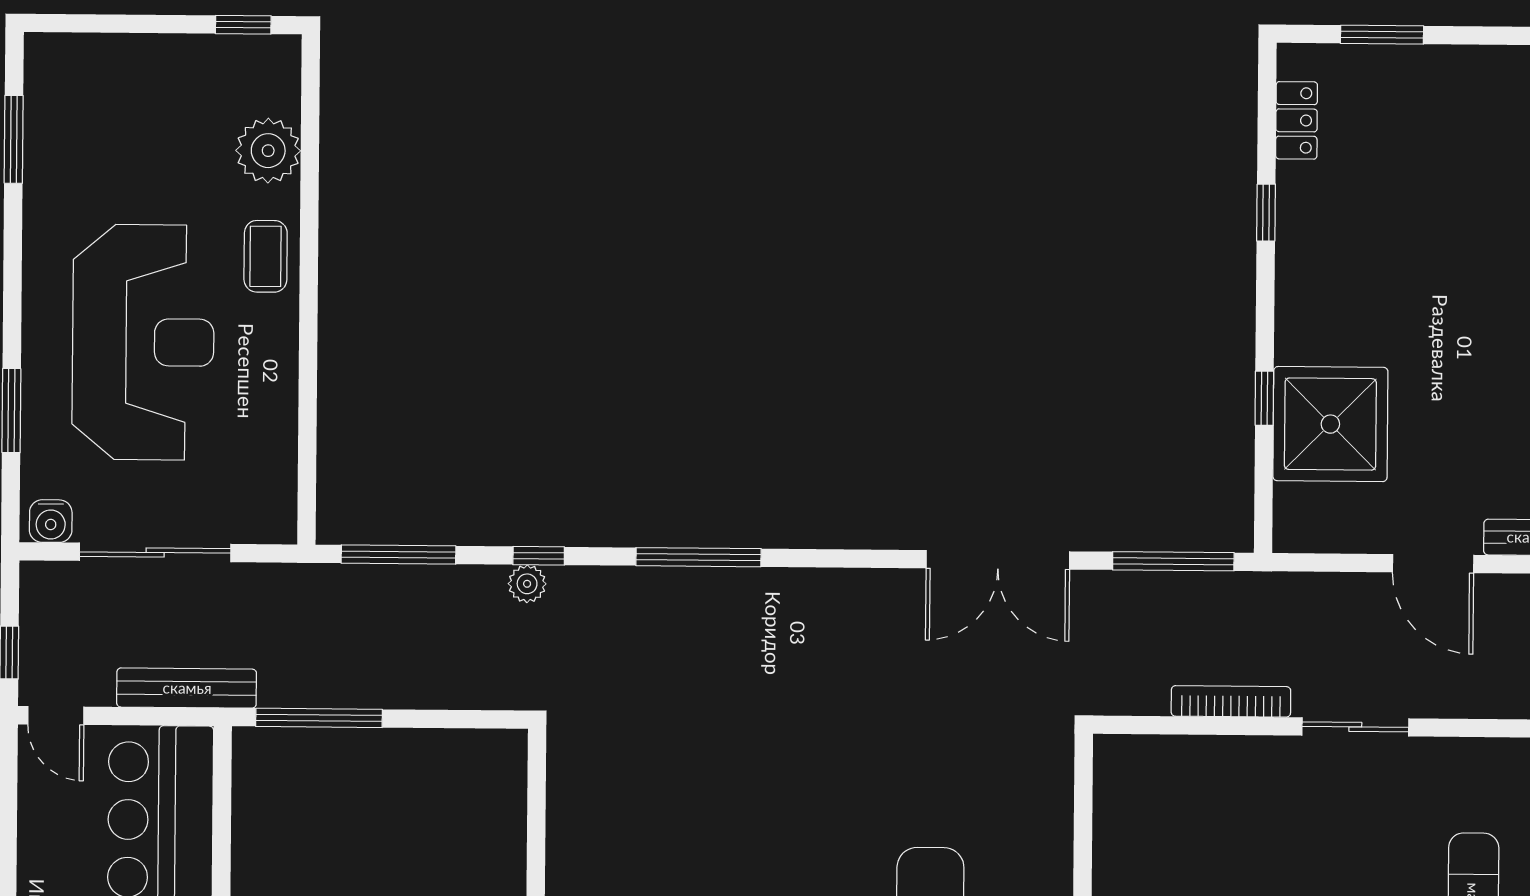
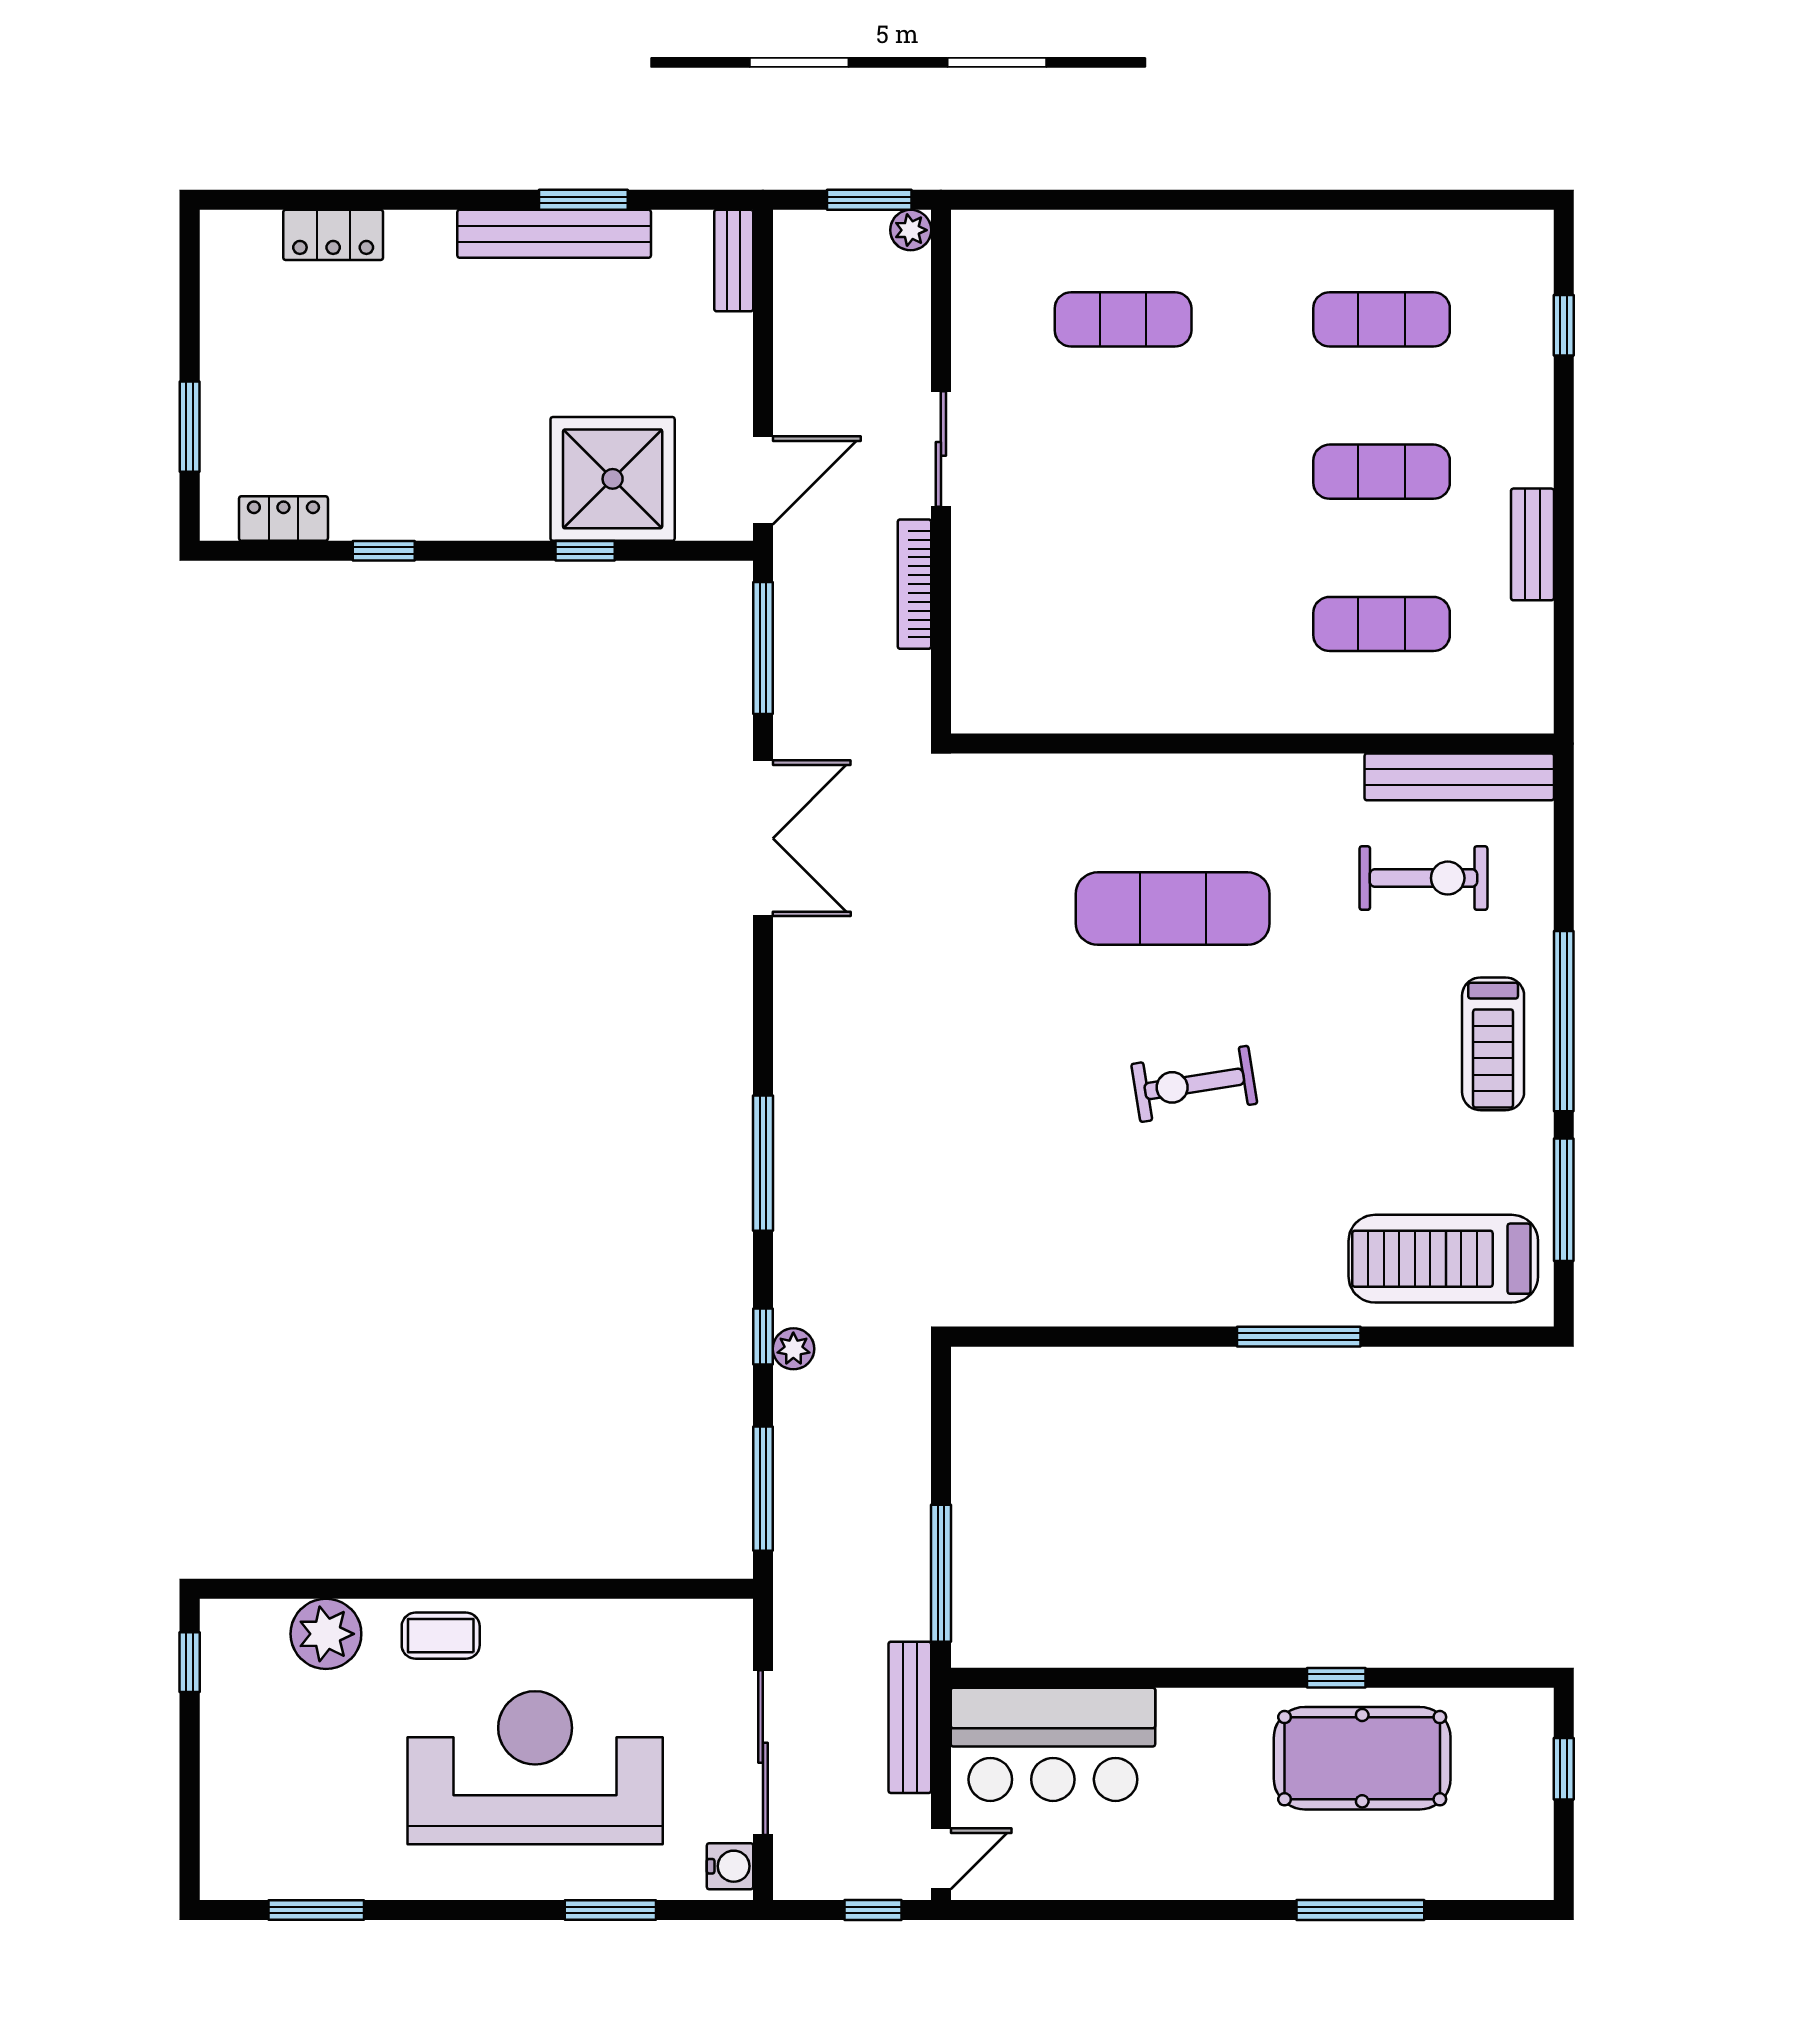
door: (1433, 564) -> (763, 480), moved

